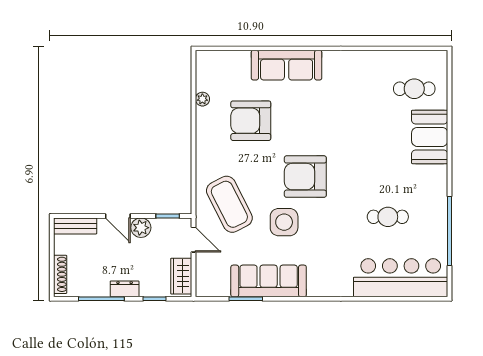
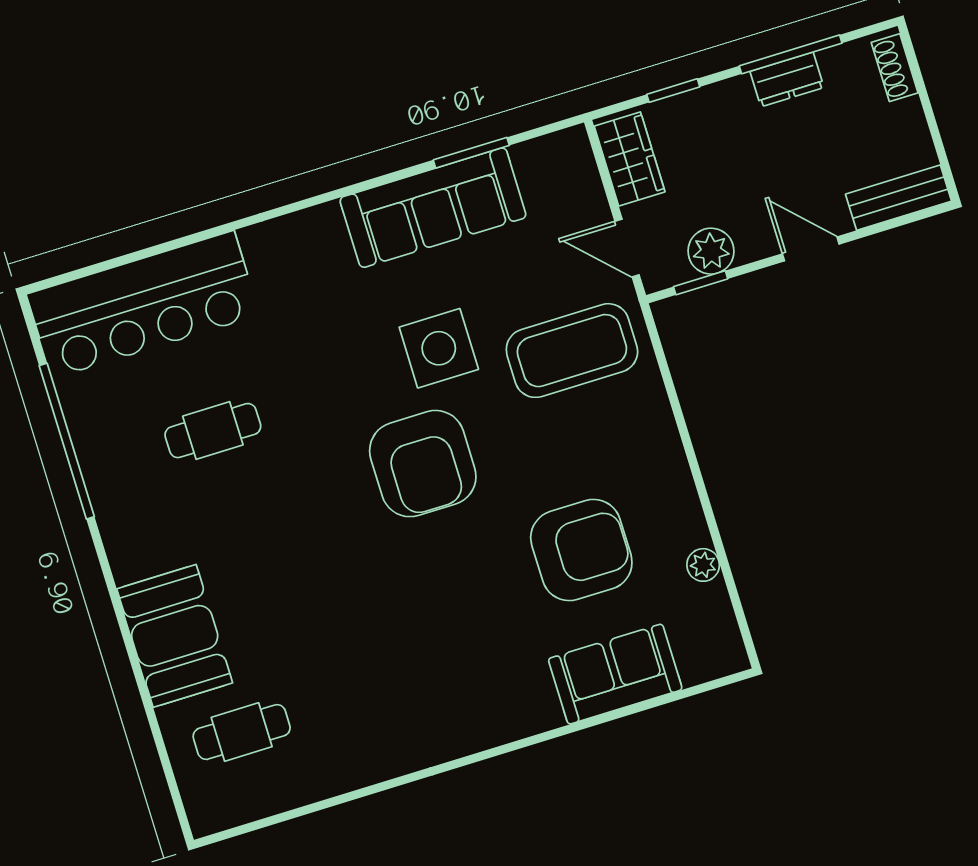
sofa: (287, 65) -> (615, 674), moved, width x0.73
armchair: (305, 177) -> (423, 464), turned 90
coffee table: (229, 204) -> (572, 351), turned -63
plant: (141, 228) -> (711, 251), moved
shoe rack: (60, 274) -> (895, 68), width x0.70
dresser: (125, 289) -> (787, 80), moved

